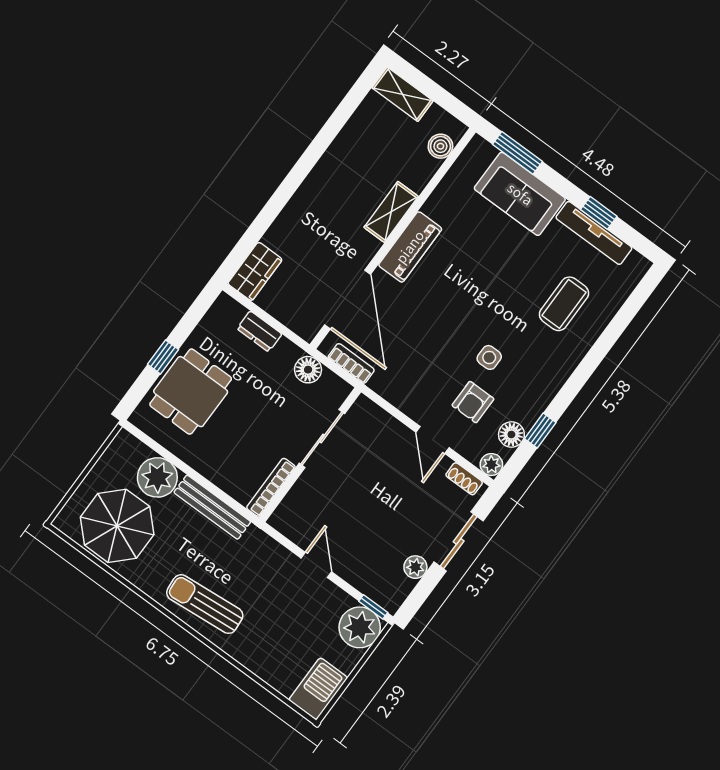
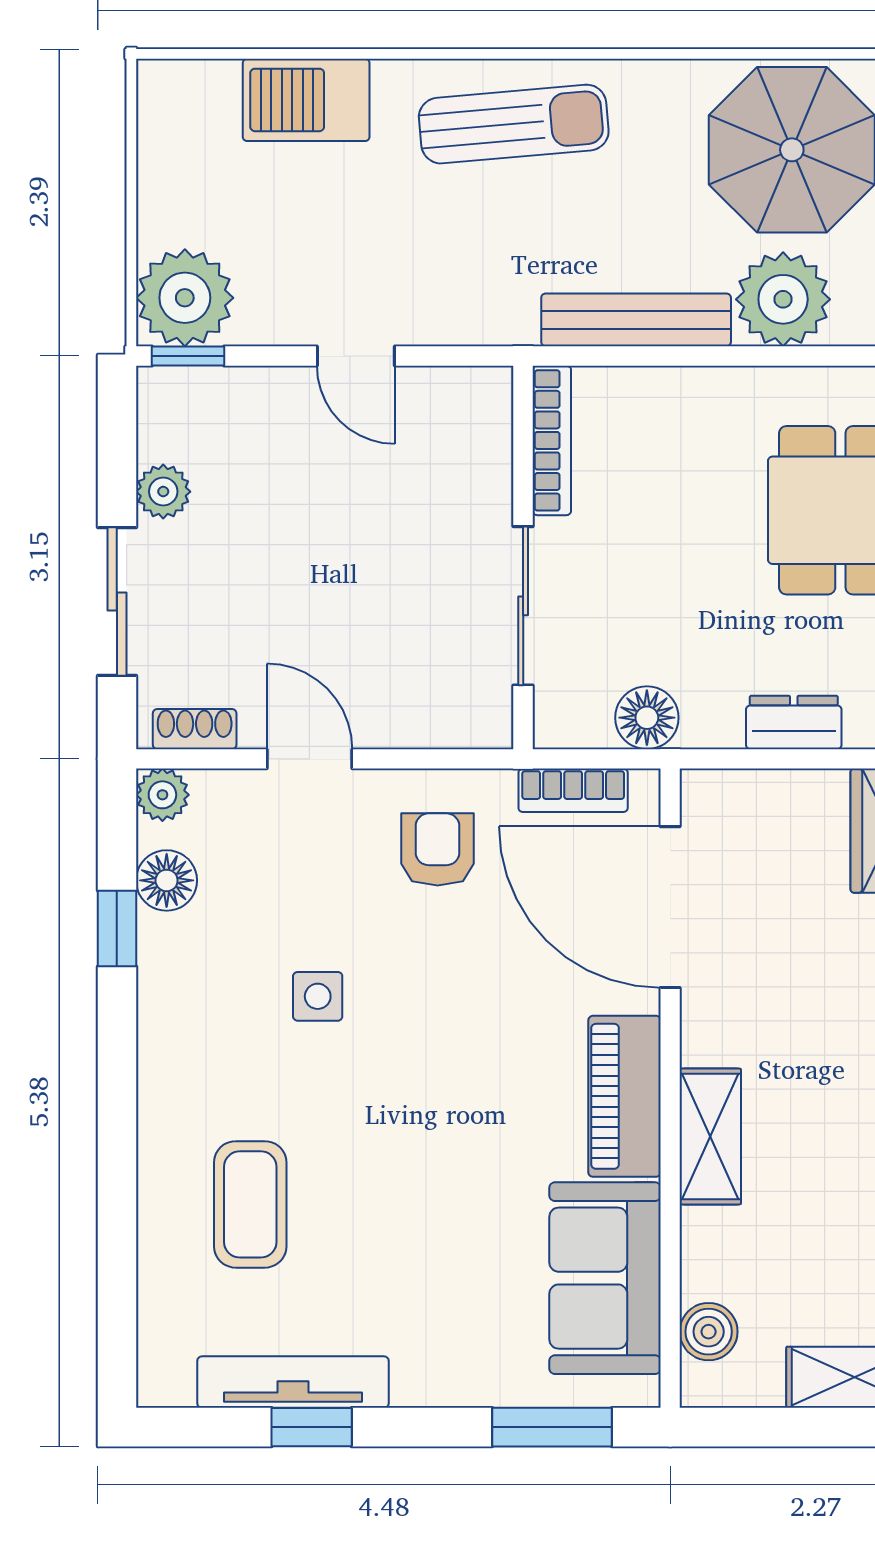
sofa: (520, 194) -> (605, 1278), moved, turned -90
armchair: (473, 402) -> (438, 849), moved
barbecue: (318, 689) -> (306, 100), moved, turned 90

